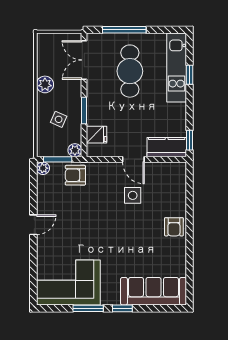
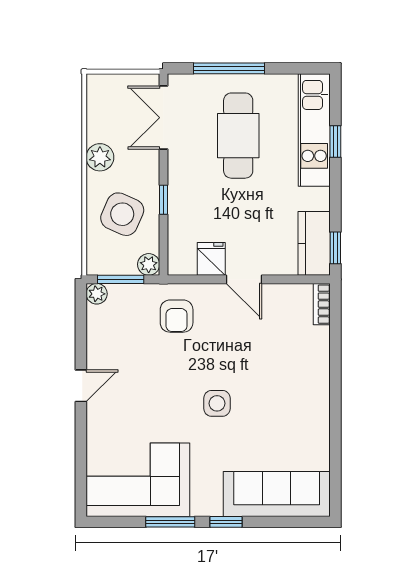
window: (84, 110) -> (164, 200), width x0.67
side table: (59, 119) -> (122, 214), width x1.87, depth x1.87
fridge: (97, 135) -> (211, 259), moved, turned -90
kitchen counter: (167, 147) -> (314, 243), moved, turned -90
armchair: (75, 175) -> (177, 316), moved, turned -90
bookcase: (181, 175) -> (322, 304), added
side table: (133, 195) -> (217, 403), moved
armchair: (174, 227) -> (310, 389), removed

